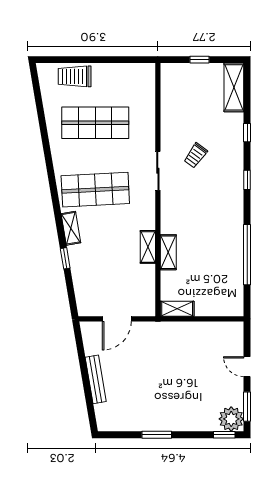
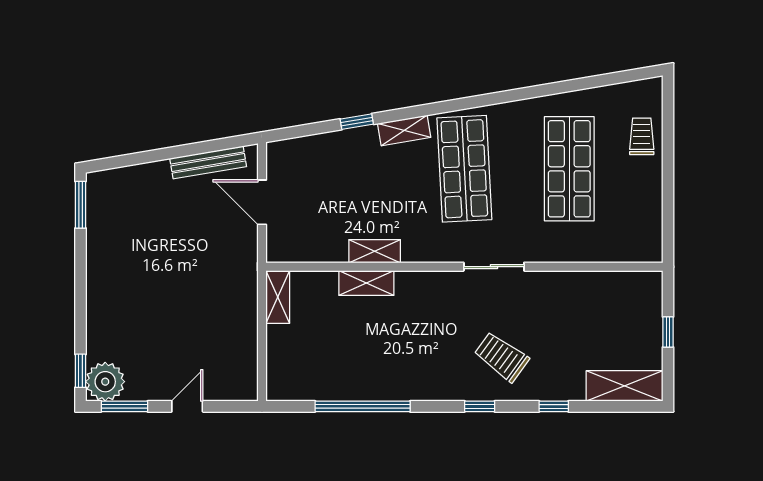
trolley: (75, 76) -> (642, 136), width x0.73, depth x0.72
trolley: (196, 155) -> (502, 357), moved, width x1.36, depth x1.39
bench: (96, 379) -> (208, 162), moved
window: (157, 435) -> (81, 205), moved

